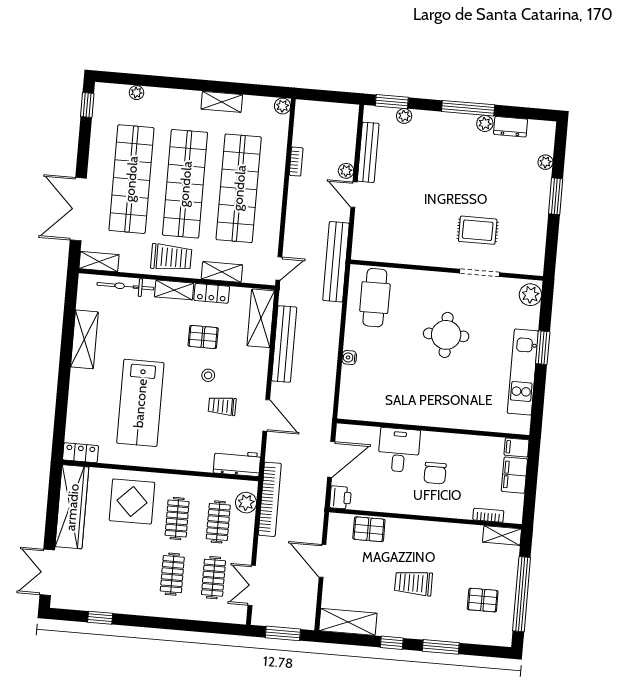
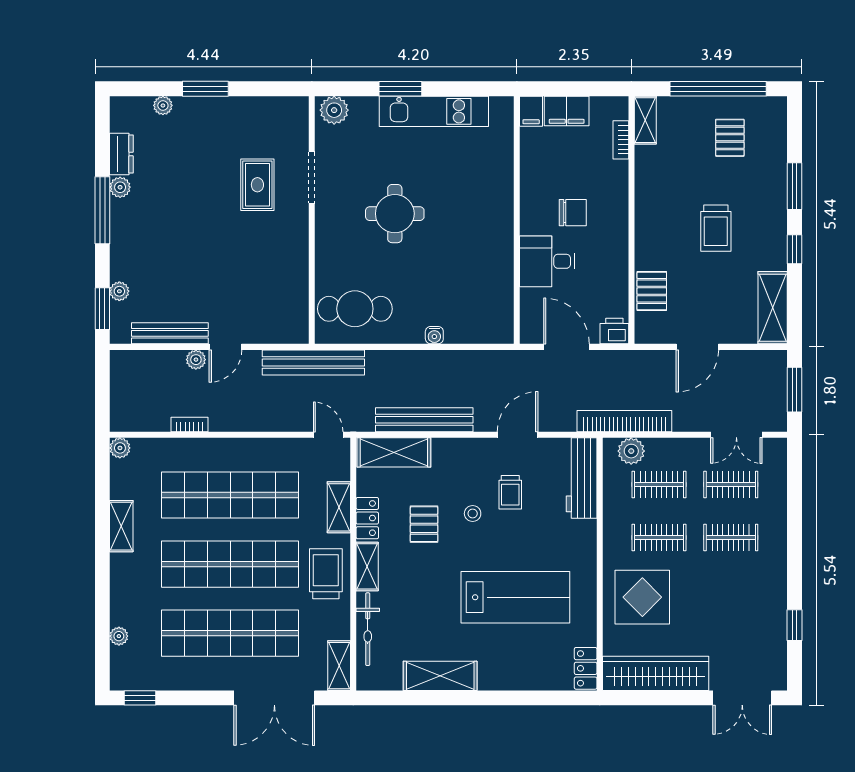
workbench: (237, 463) -> (582, 478), width x1.38

